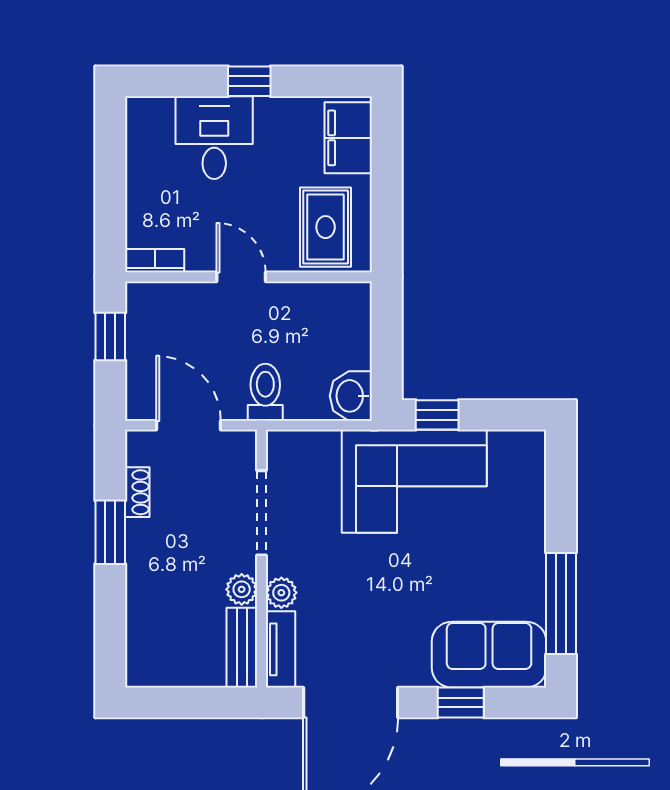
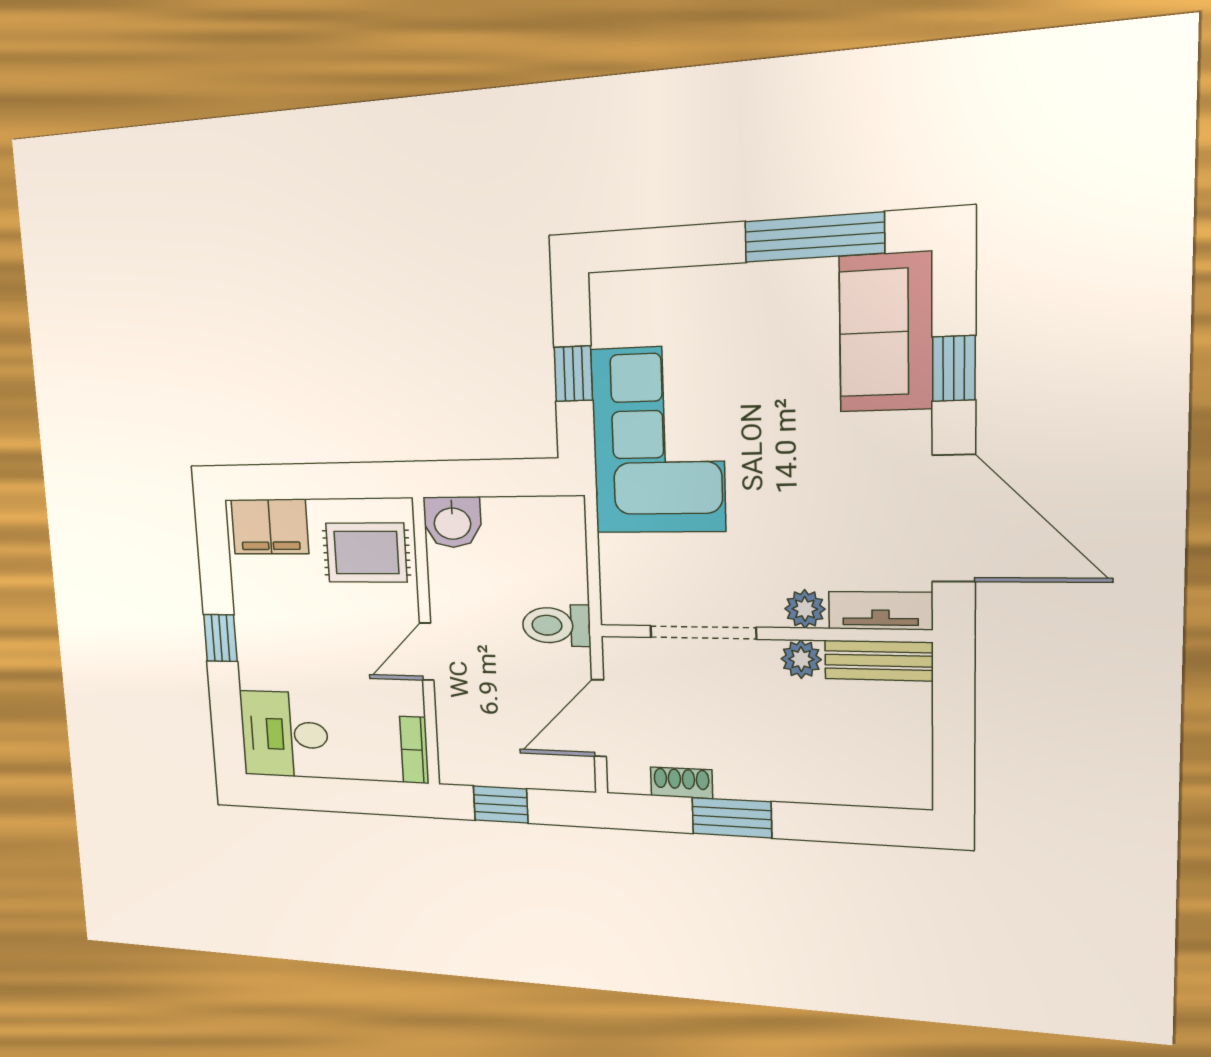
desk: (214, 138) -> (284, 734), moved
washbasin: (351, 396) -> (452, 522), moved
window: (437, 415) -> (573, 374), moved

